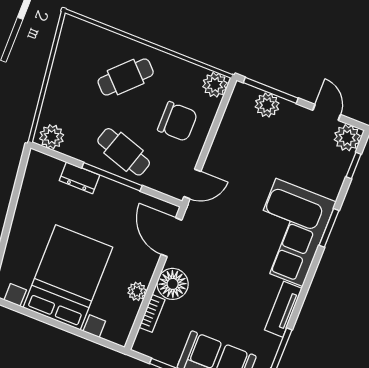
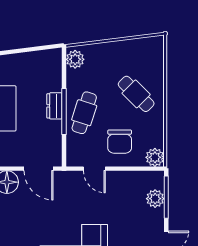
dresser: (80, 178) -> (54, 106), moved
door: (192, 184) -> (94, 169), moved
door: (171, 237) -> (39, 169), swing flipped

